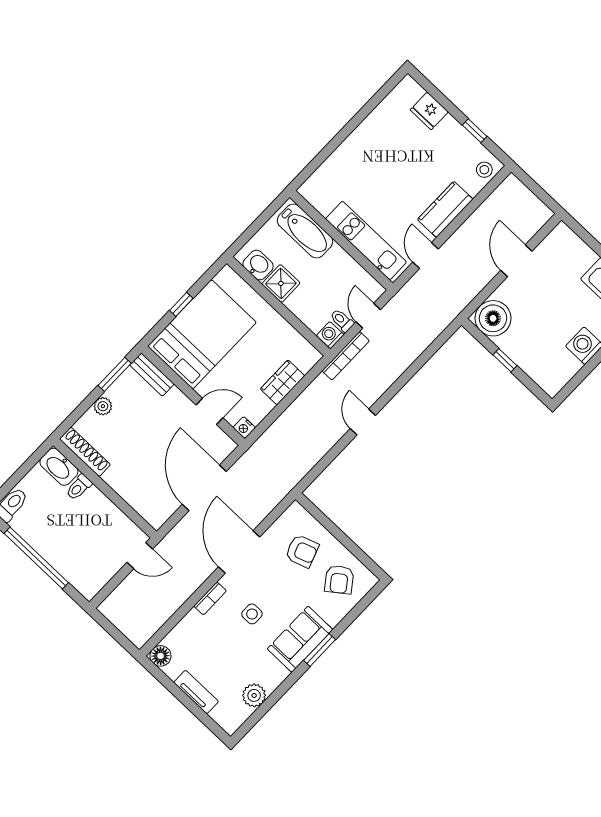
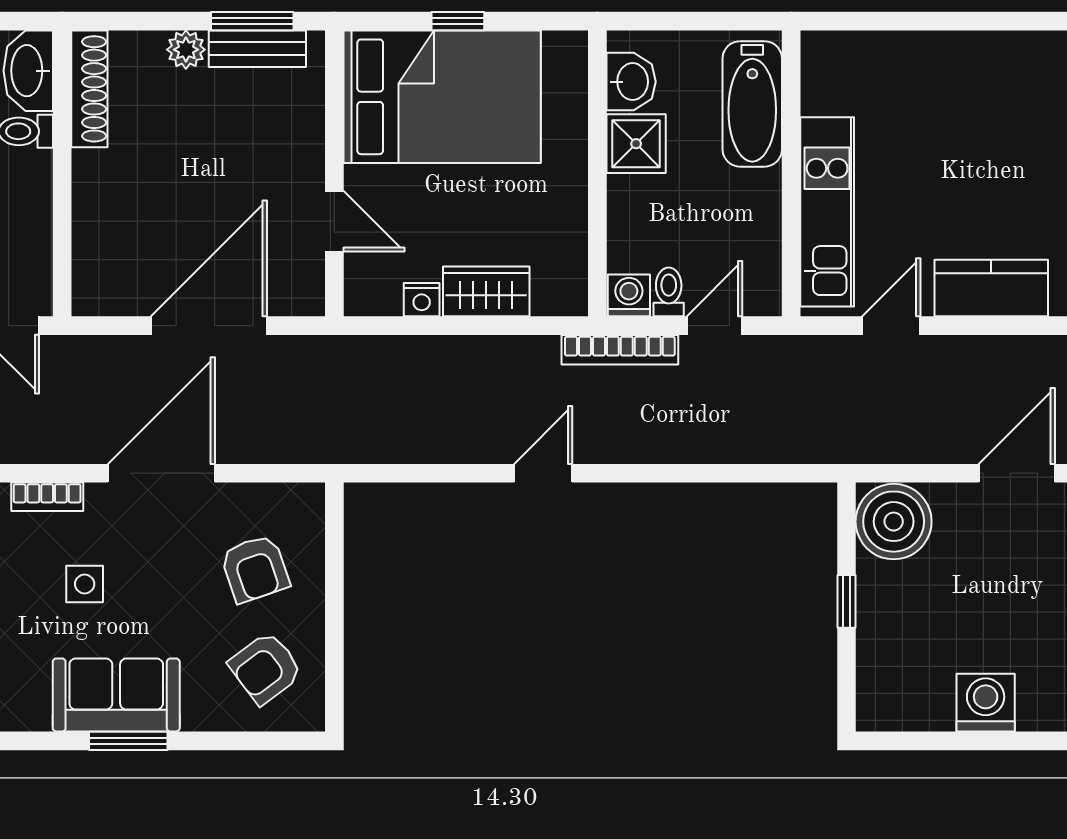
bench: (152, 375) -> (257, 49), moved, turned 90
nightstand: (244, 428) -> (422, 300), moved, turned -90

